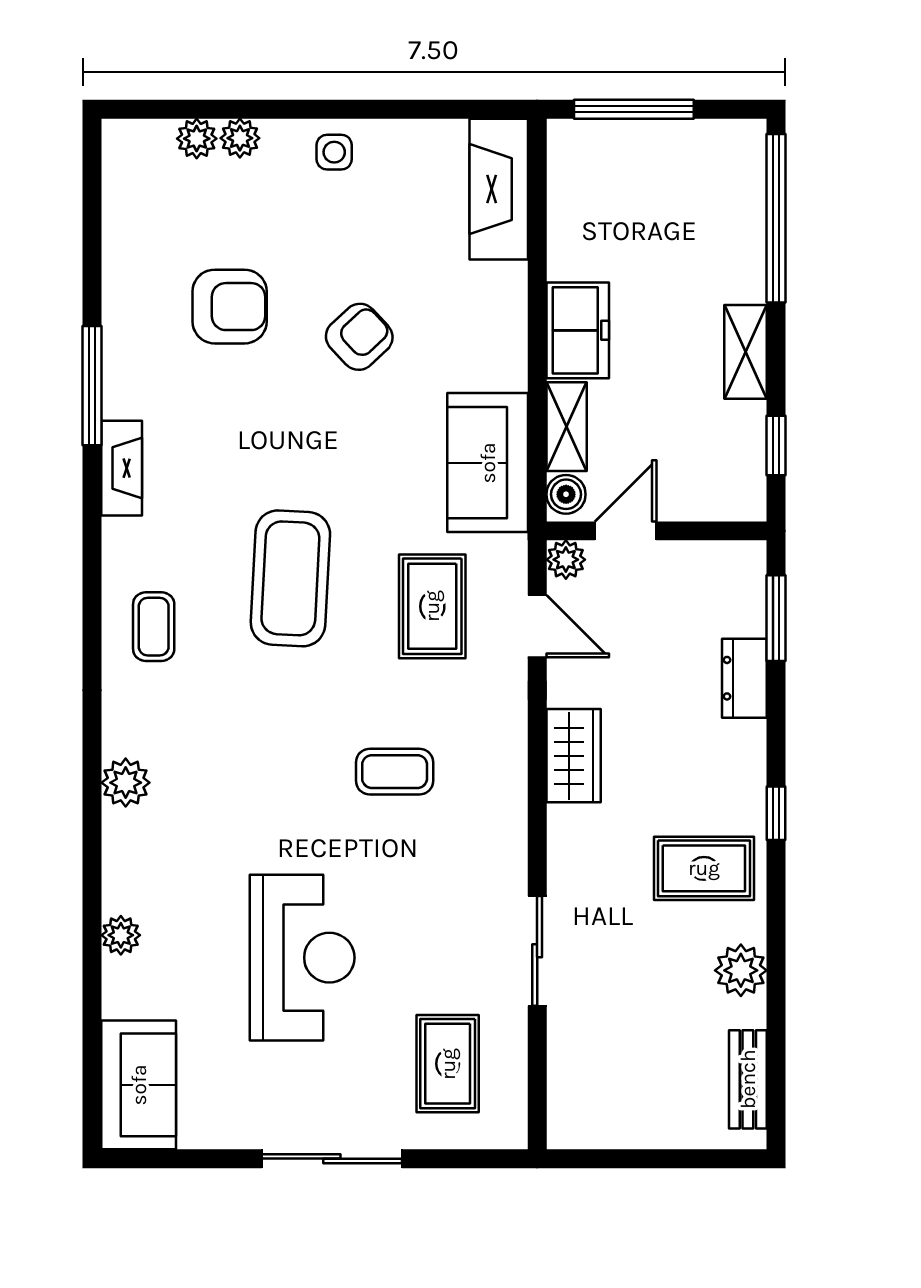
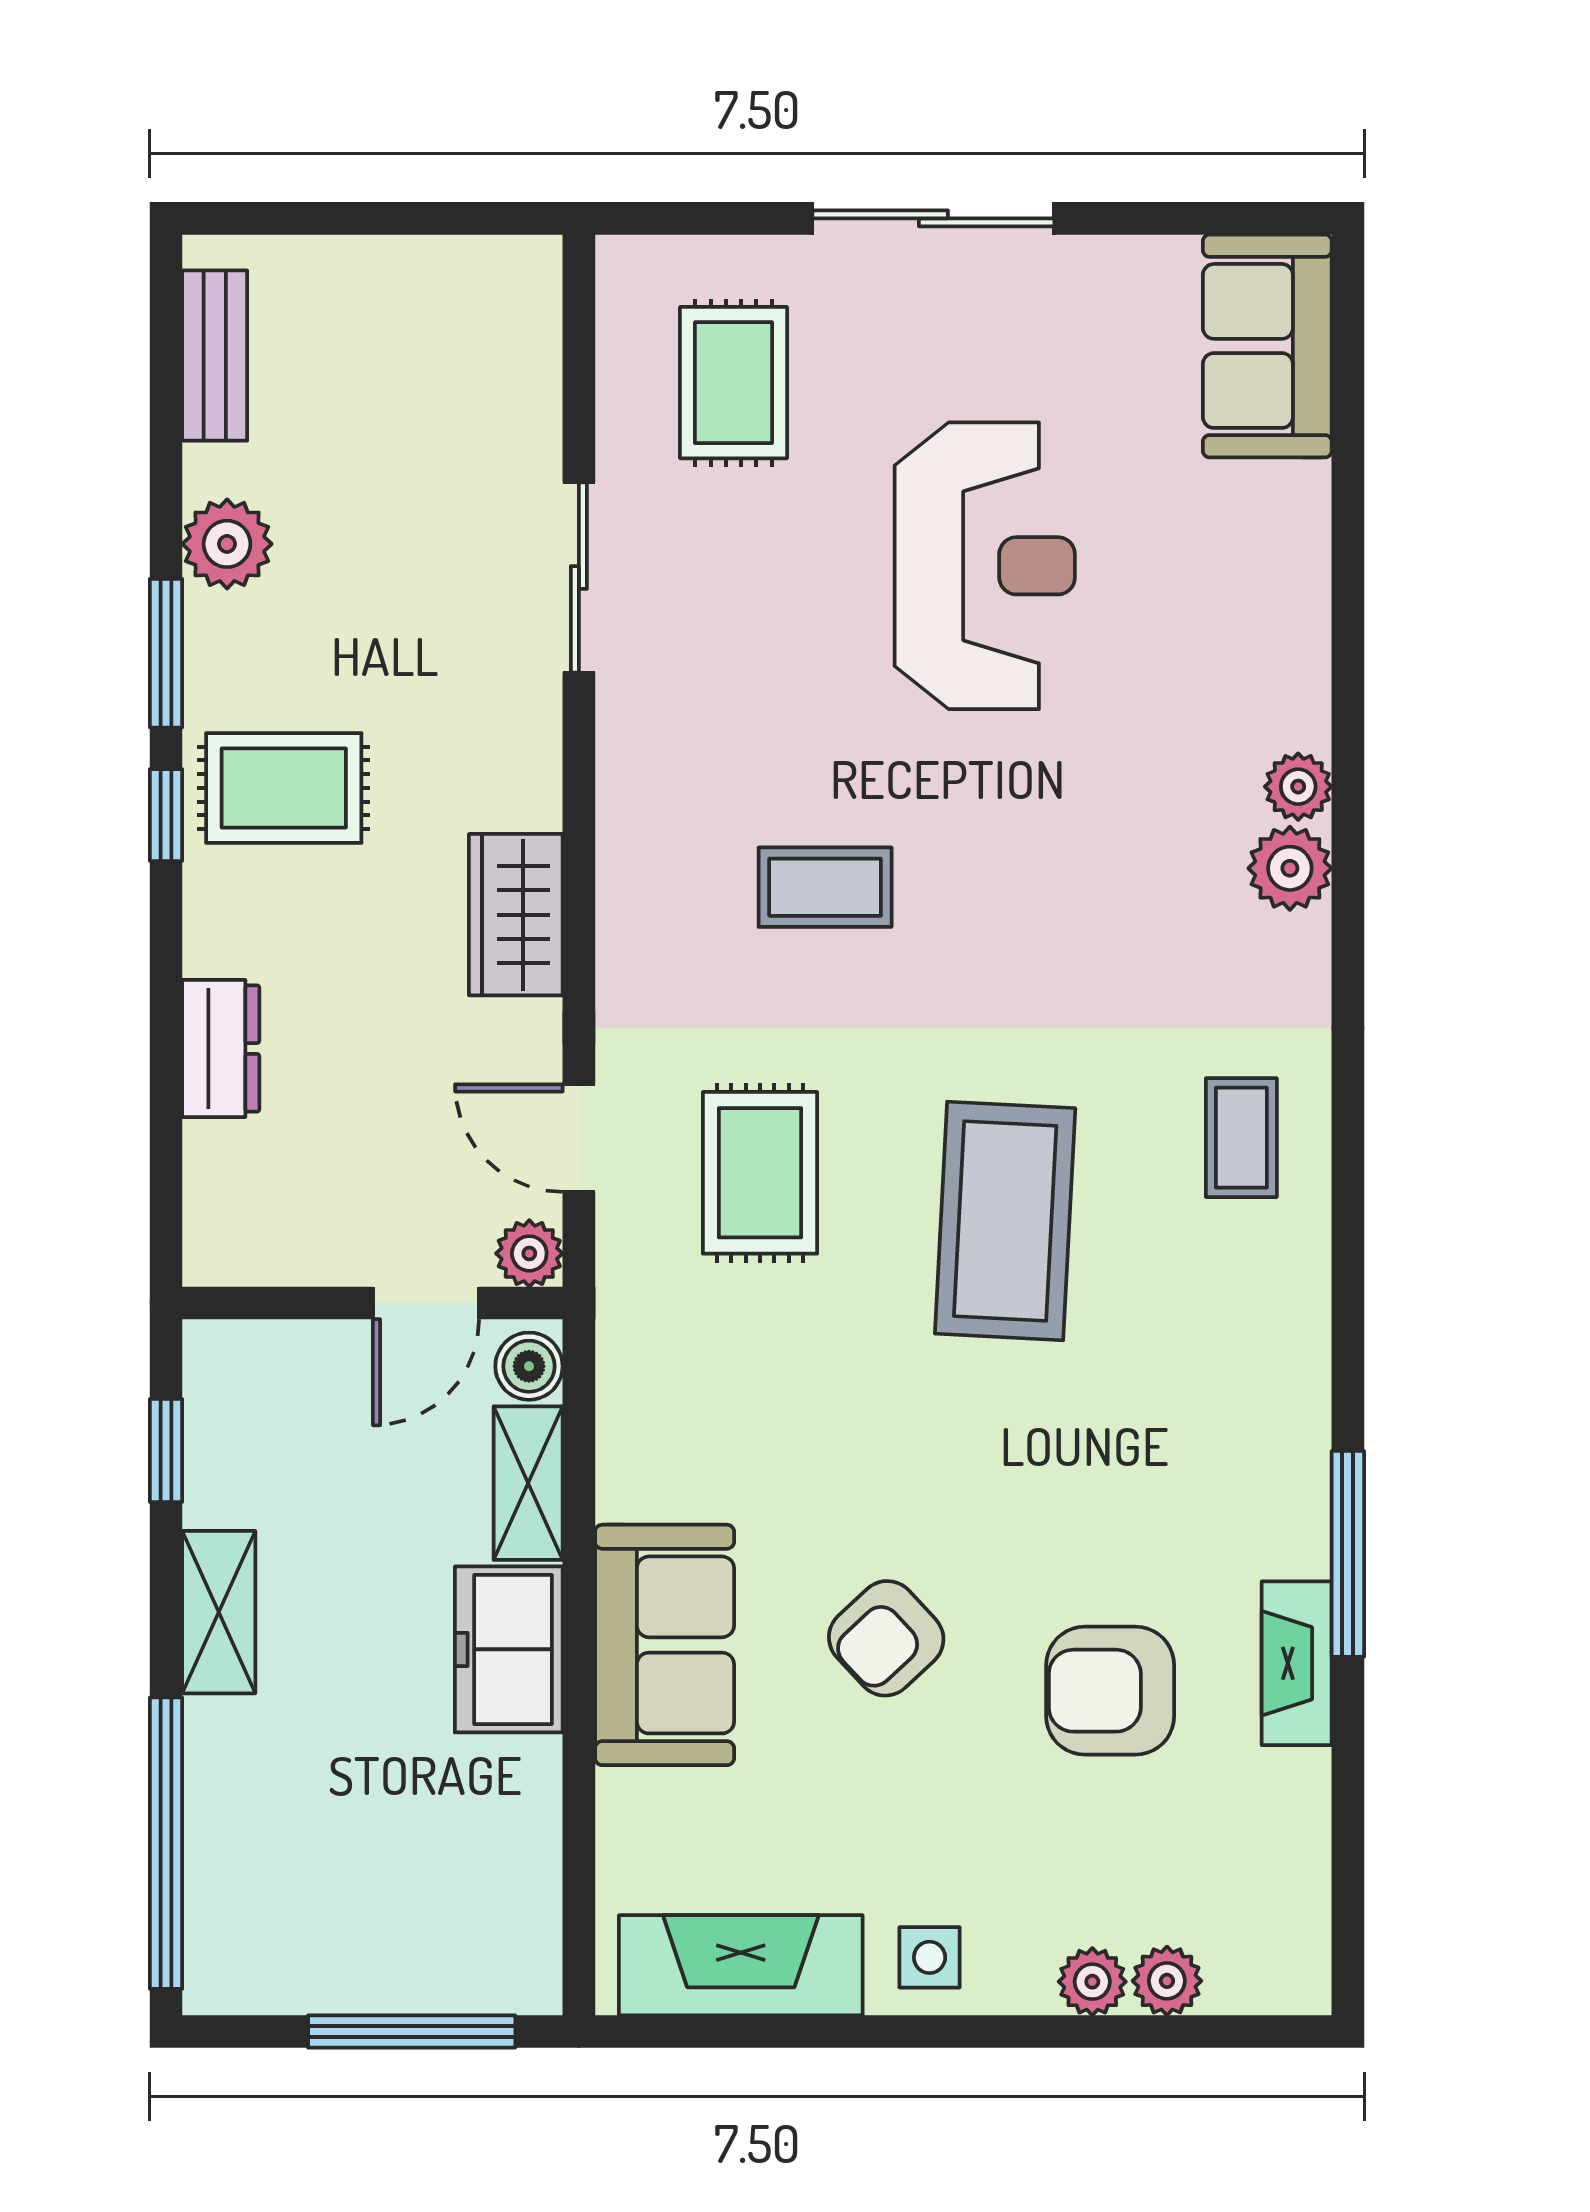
fireplace: (499, 189) -> (741, 1965), moved, turned -90
sofa: (488, 463) -> (665, 1645), moved
fireplace: (122, 468) -> (1297, 1663), moved
window: (776, 618) -> (166, 653), moved
rug: (704, 868) -> (284, 788), moved
plant: (121, 935) -> (1298, 787), moved
reception desk: (302, 958) -> (985, 566), turned 180

